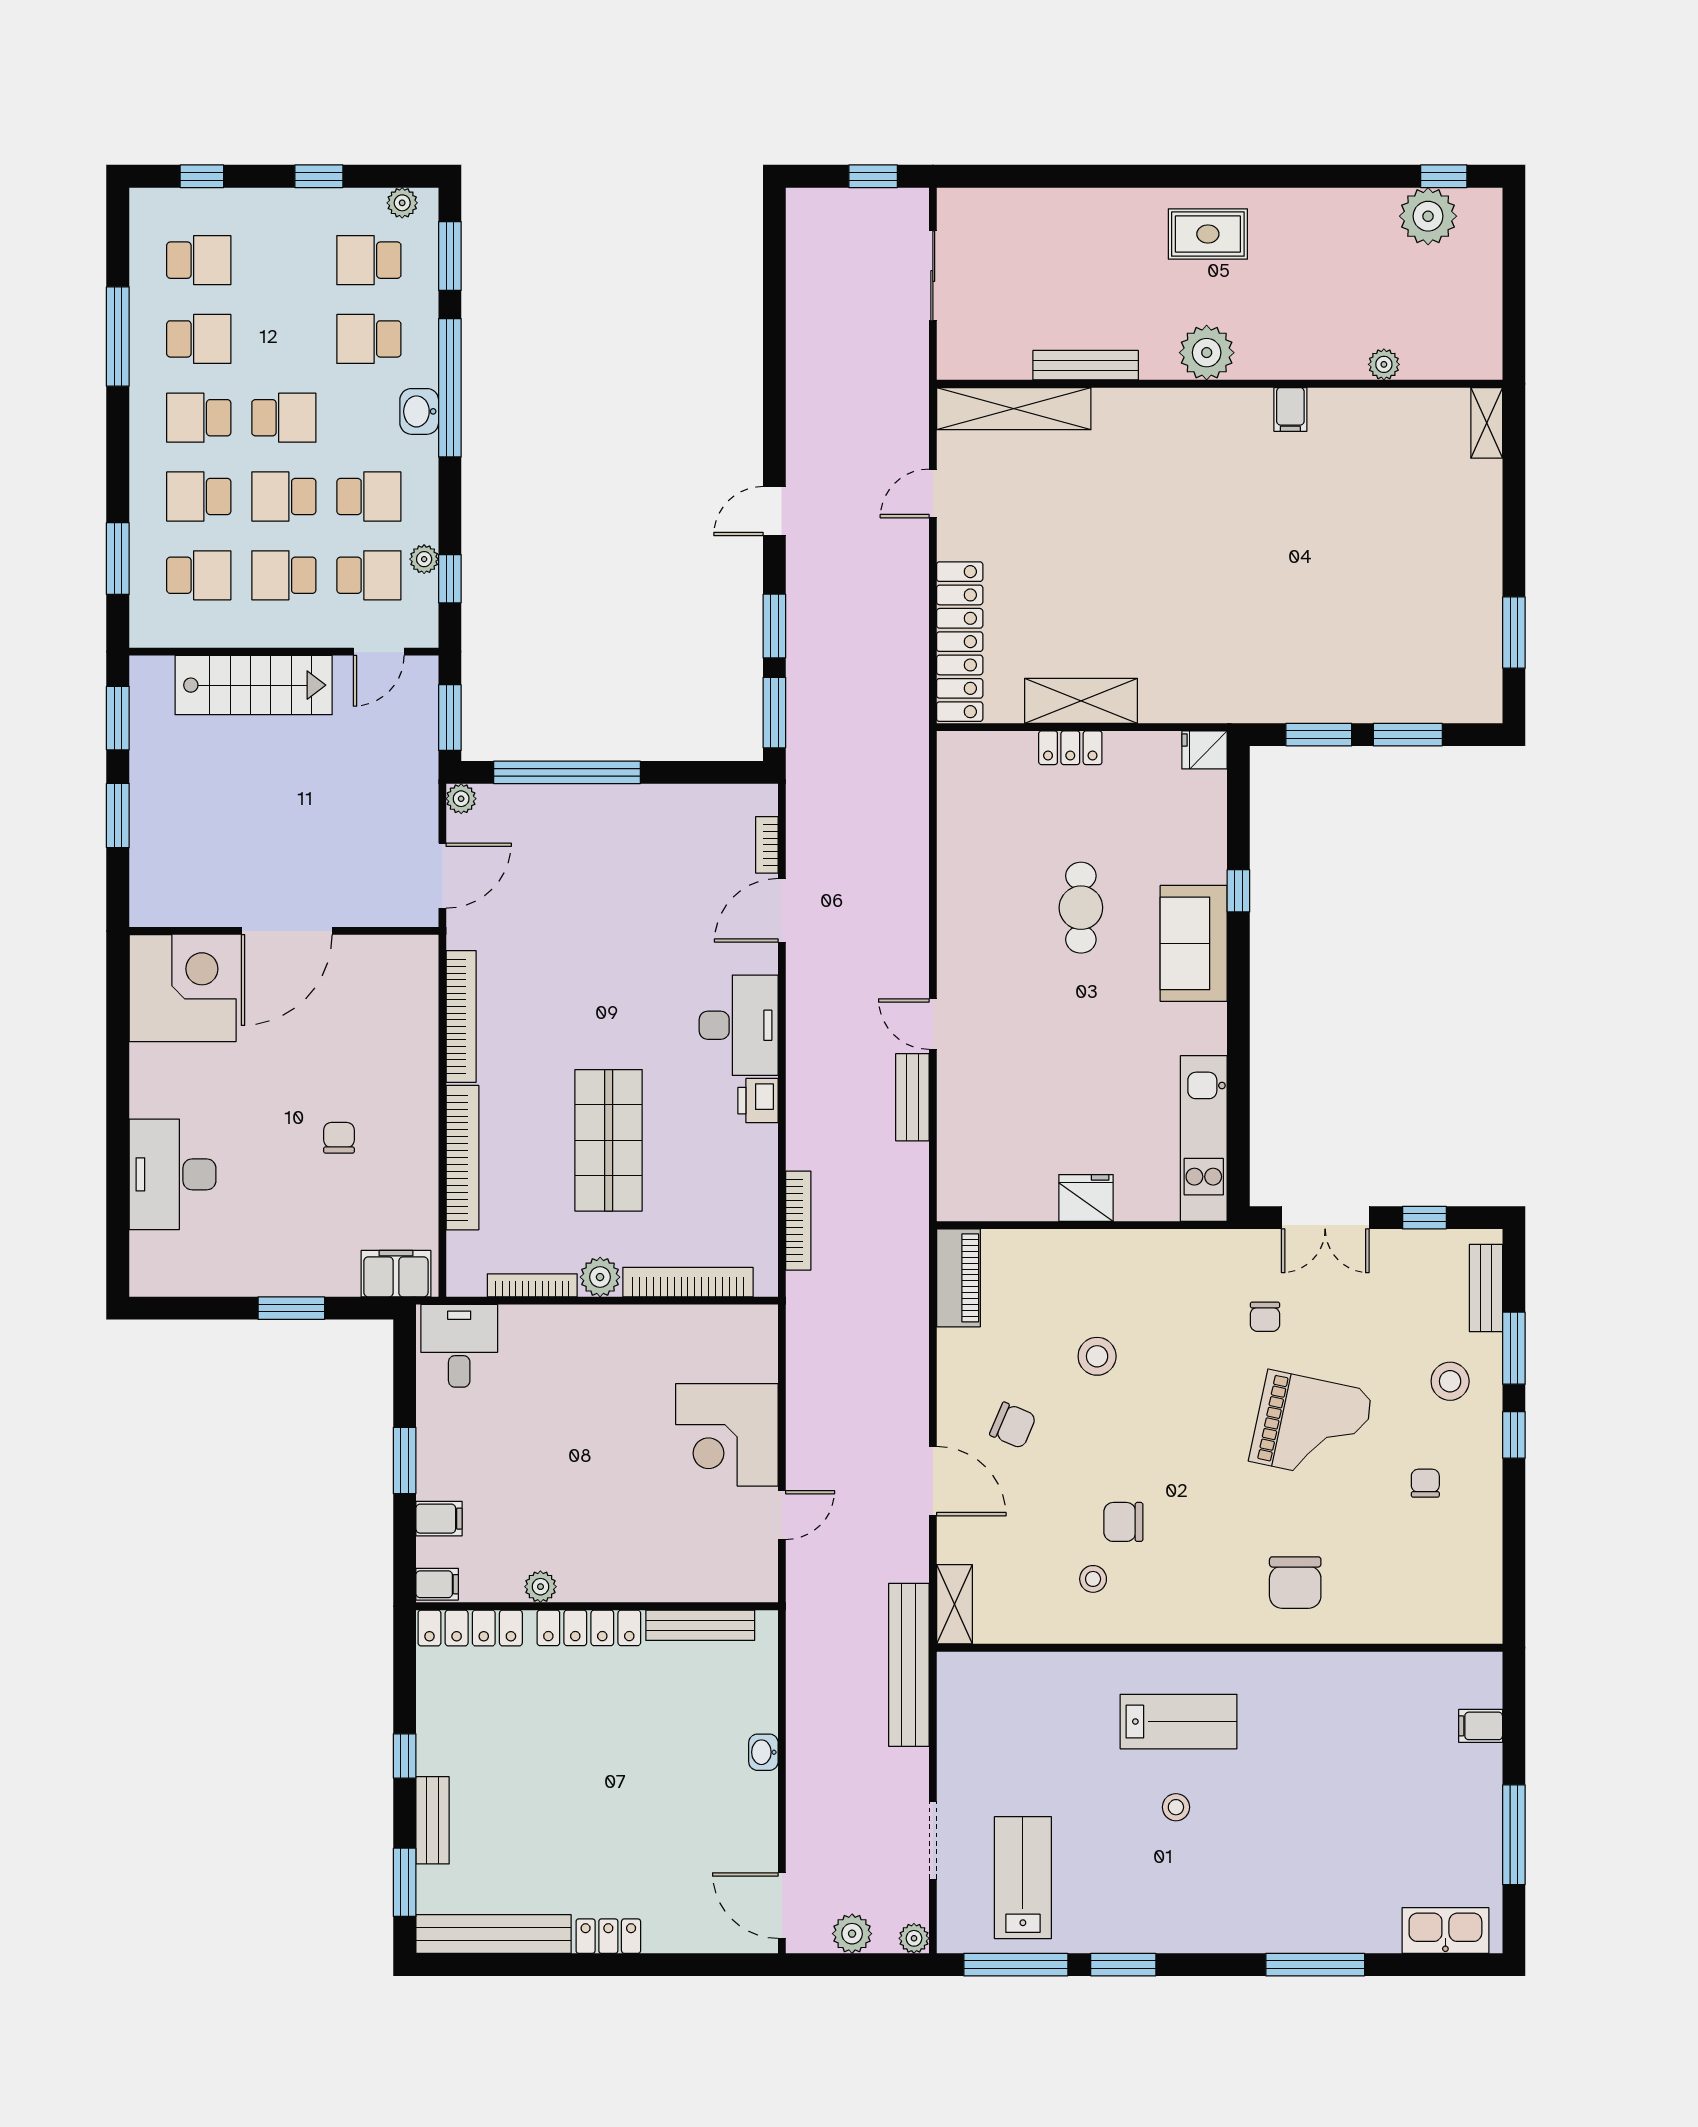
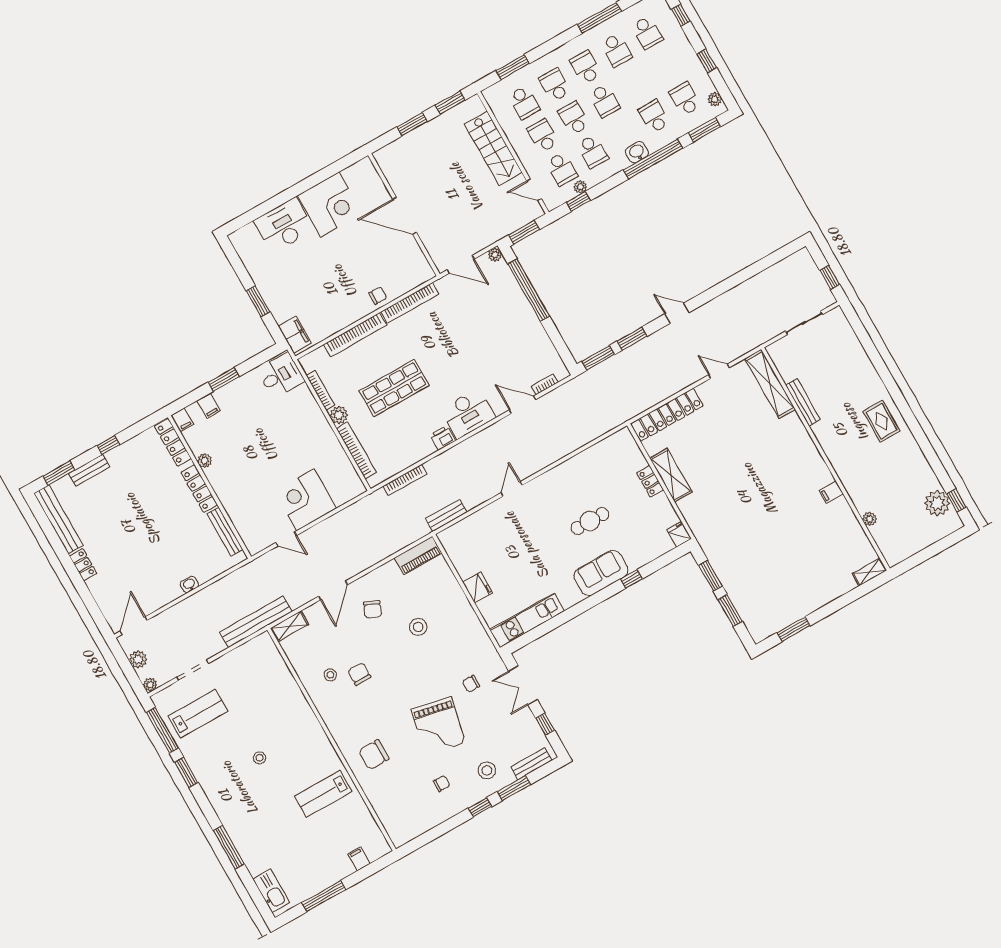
plant: (1207, 353) -> (835, 447), removed
corner desk: (183, 988) -> (330, 204), moved
bench: (912, 1097) -> (446, 516), moved
chair: (339, 1138) -> (378, 296), moved
lab bench: (1179, 1722) -> (323, 794), moved, turned 90

